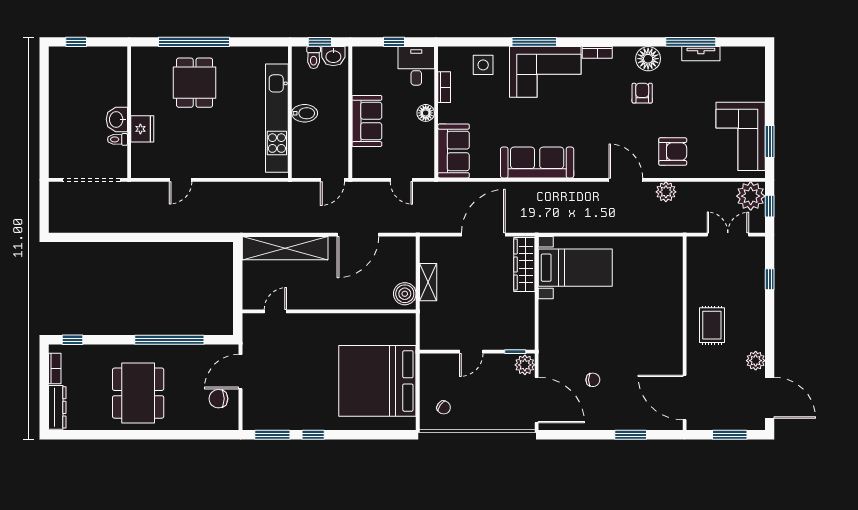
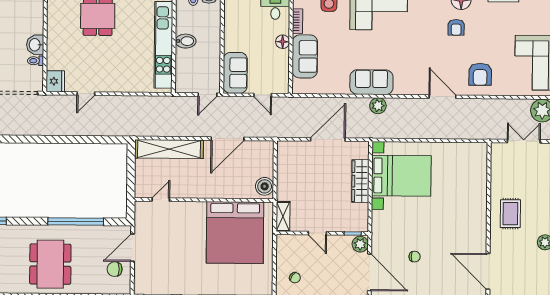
armchair: (642, 93) -> (456, 27), turned 180
sofa: (367, 121) -> (235, 73), moved
fridge: (142, 129) -> (55, 81), moved
sofa: (454, 151) -> (305, 56), moved
armchair: (673, 152) -> (480, 74), turned 90
sofa: (537, 162) -> (371, 82), width x0.73
plant: (666, 192) -> (378, 106), moved
wardrobe: (524, 264) -> (360, 181), moved
bed with nightstands: (575, 268) -> (401, 176), width x1.36
shelving: (428, 282) -> (283, 216), moved
door: (471, 352) -> (317, 233), hinge flipped
bed: (377, 381) -> (235, 233), moved, turned -90

